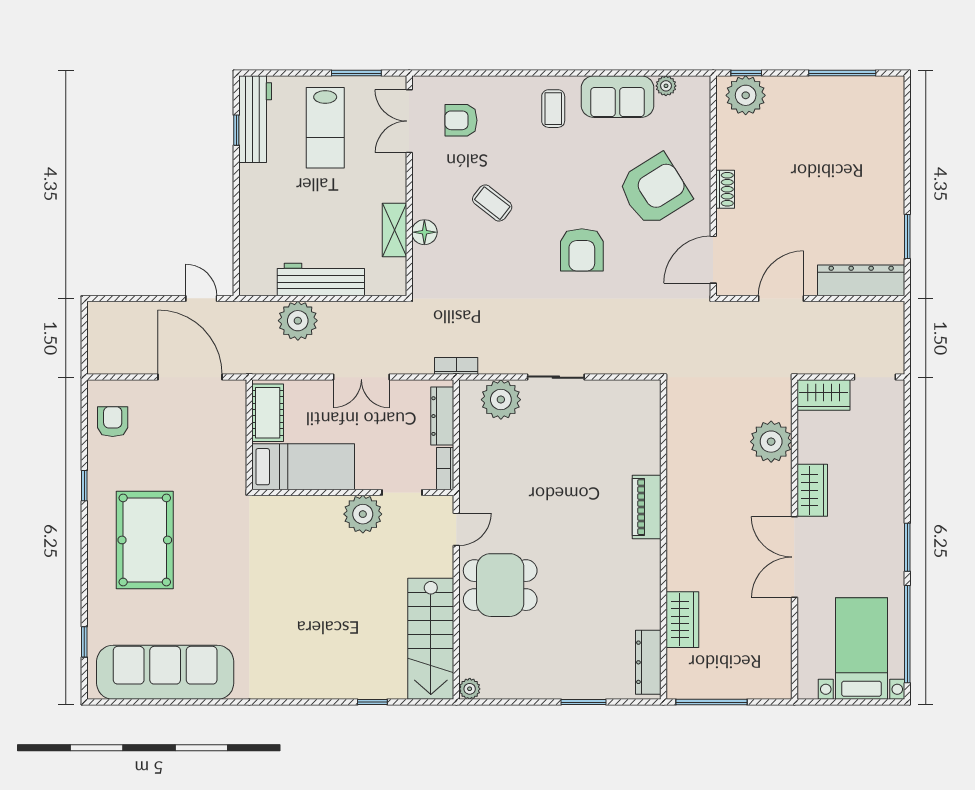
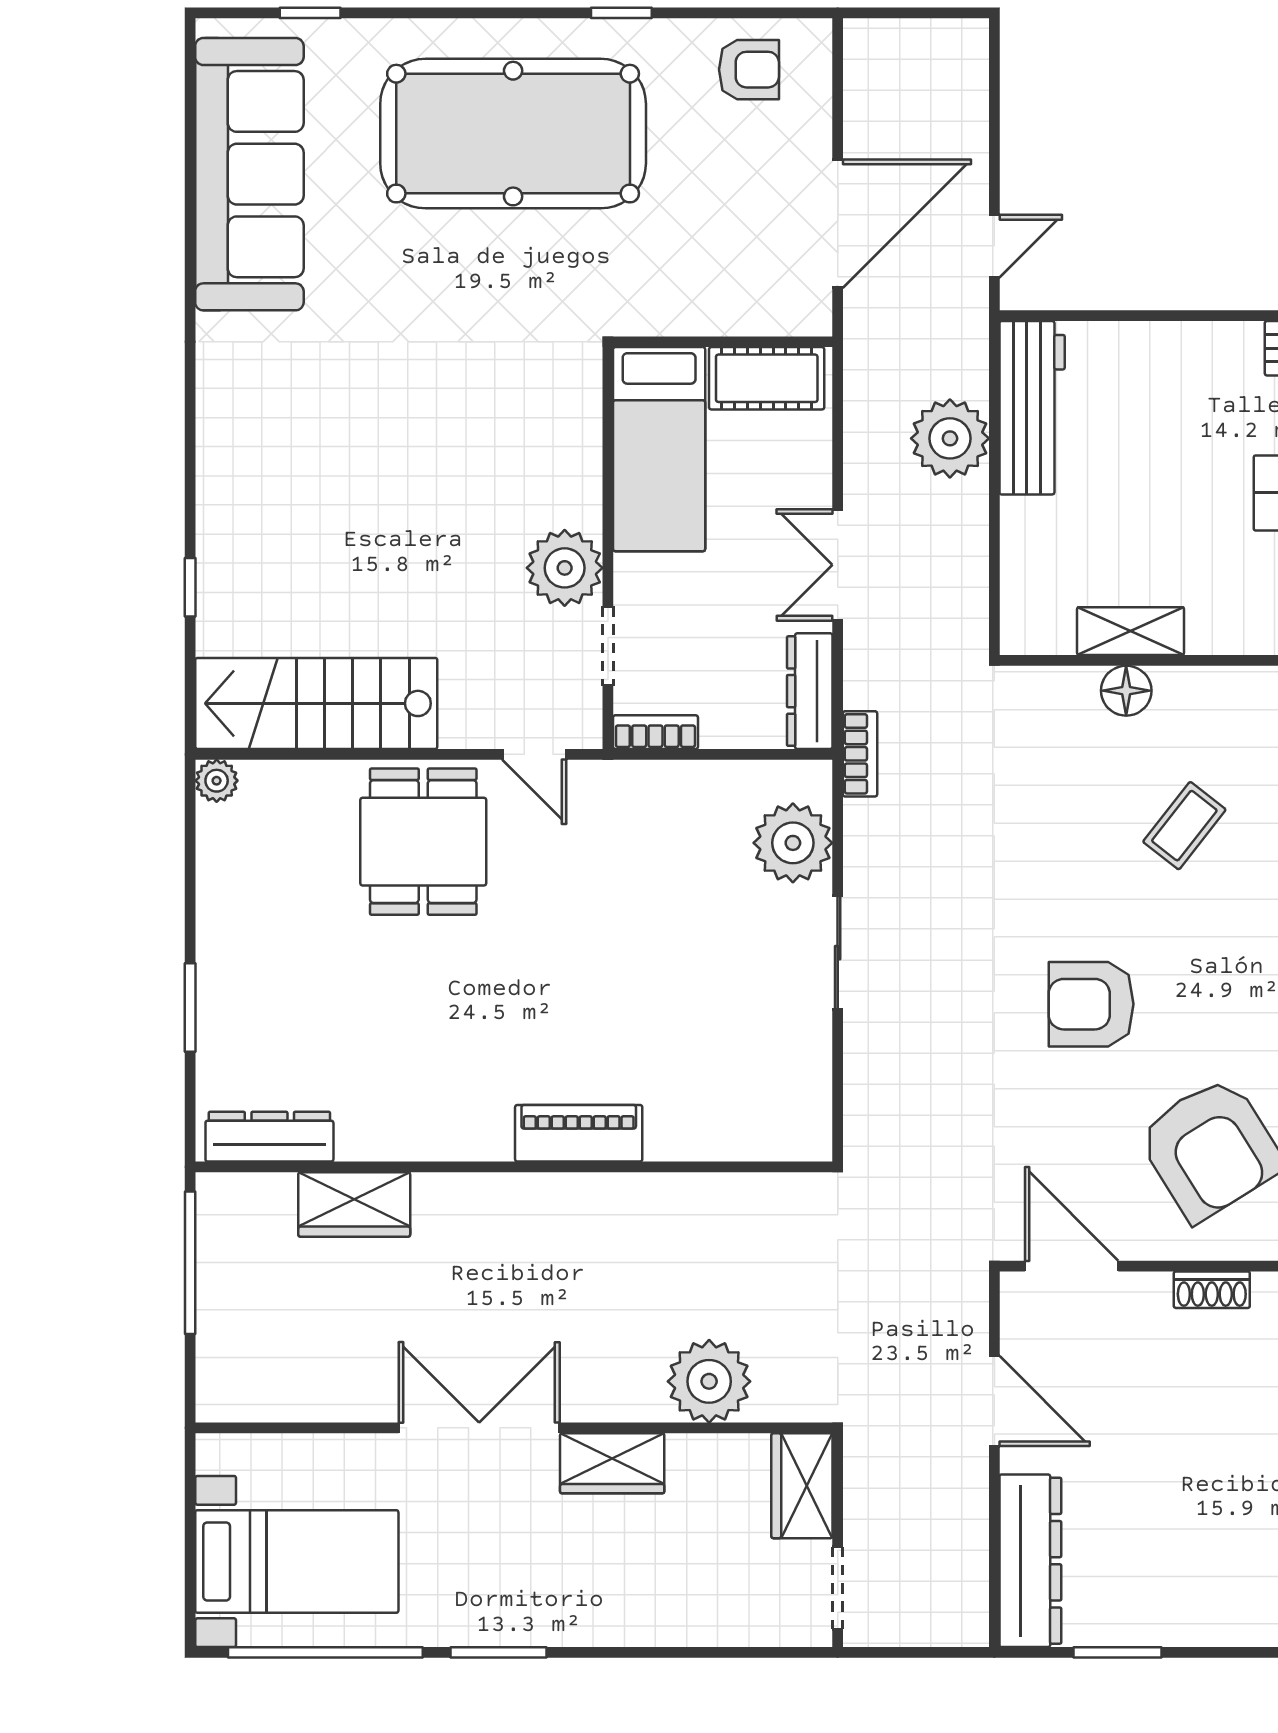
workbench: (321, 279) -> (1032, 408), moved
dresser: (442, 416) -> (810, 691), moved, turned -90
pool table: (145, 540) -> (513, 134), width x1.36, depth x1.32

